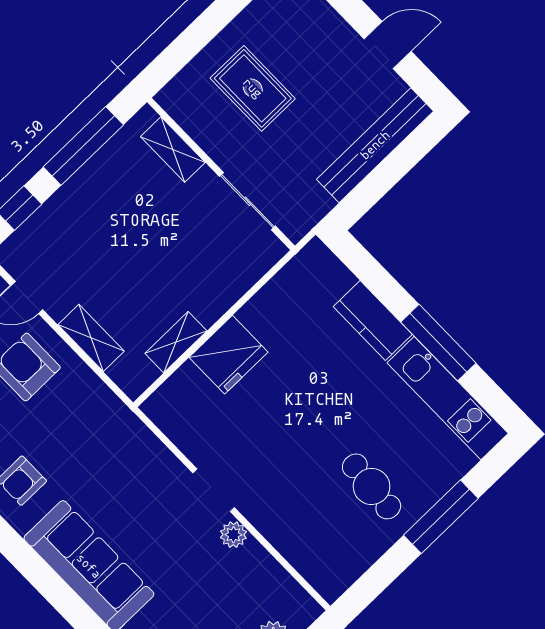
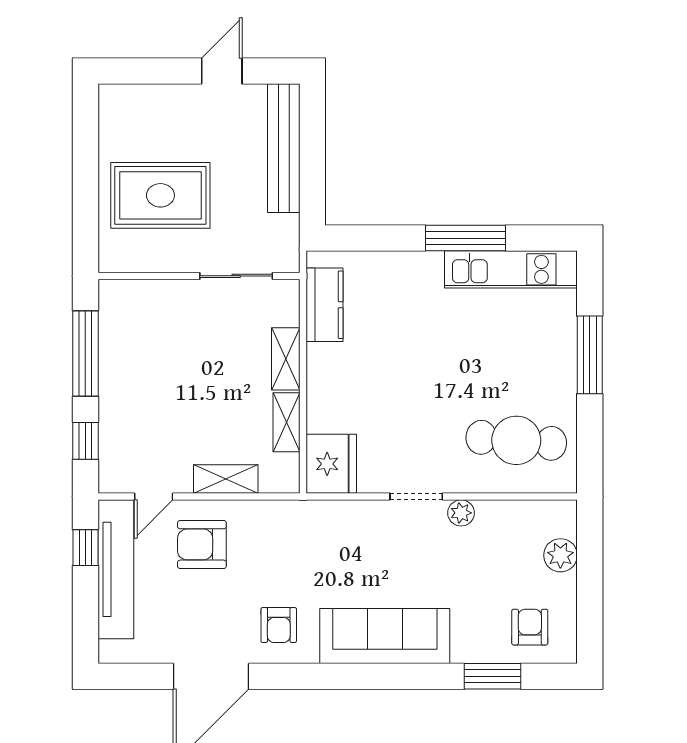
rug: (253, 88) -> (160, 195), width x1.36, depth x1.43
shelving: (173, 149) -> (286, 359), moved, turned 90
kitchen counter: (373, 320) -> (324, 305), moved, turned -90
fridge: (229, 355) -> (331, 464), moved
cafe table: (372, 486) -> (516, 440), moved, width x1.37, depth x1.35

